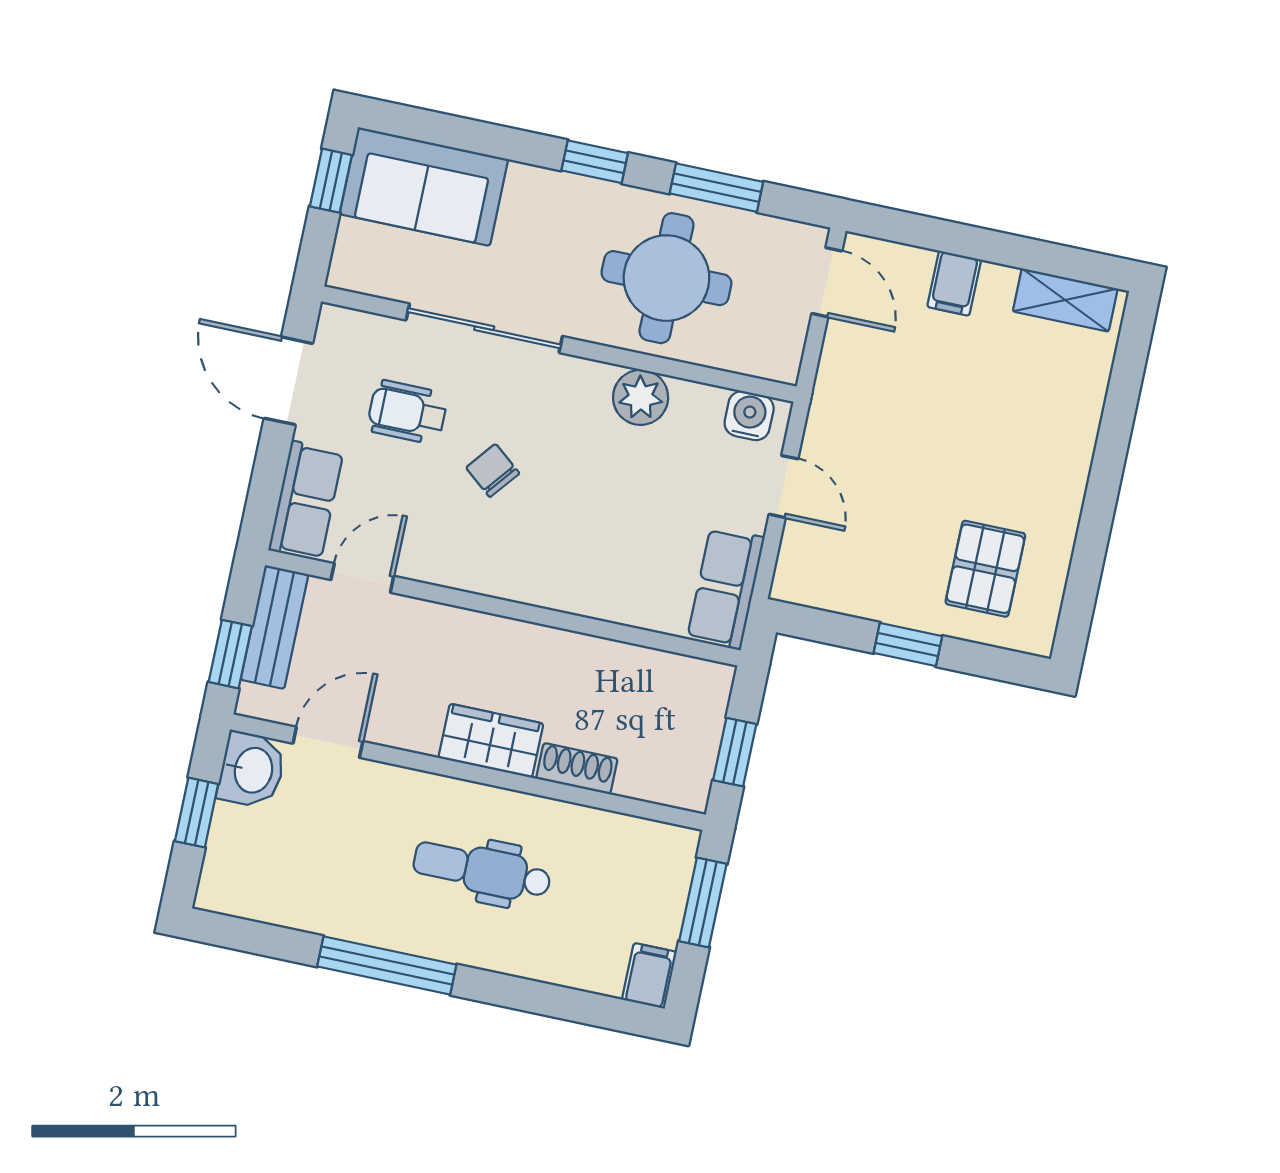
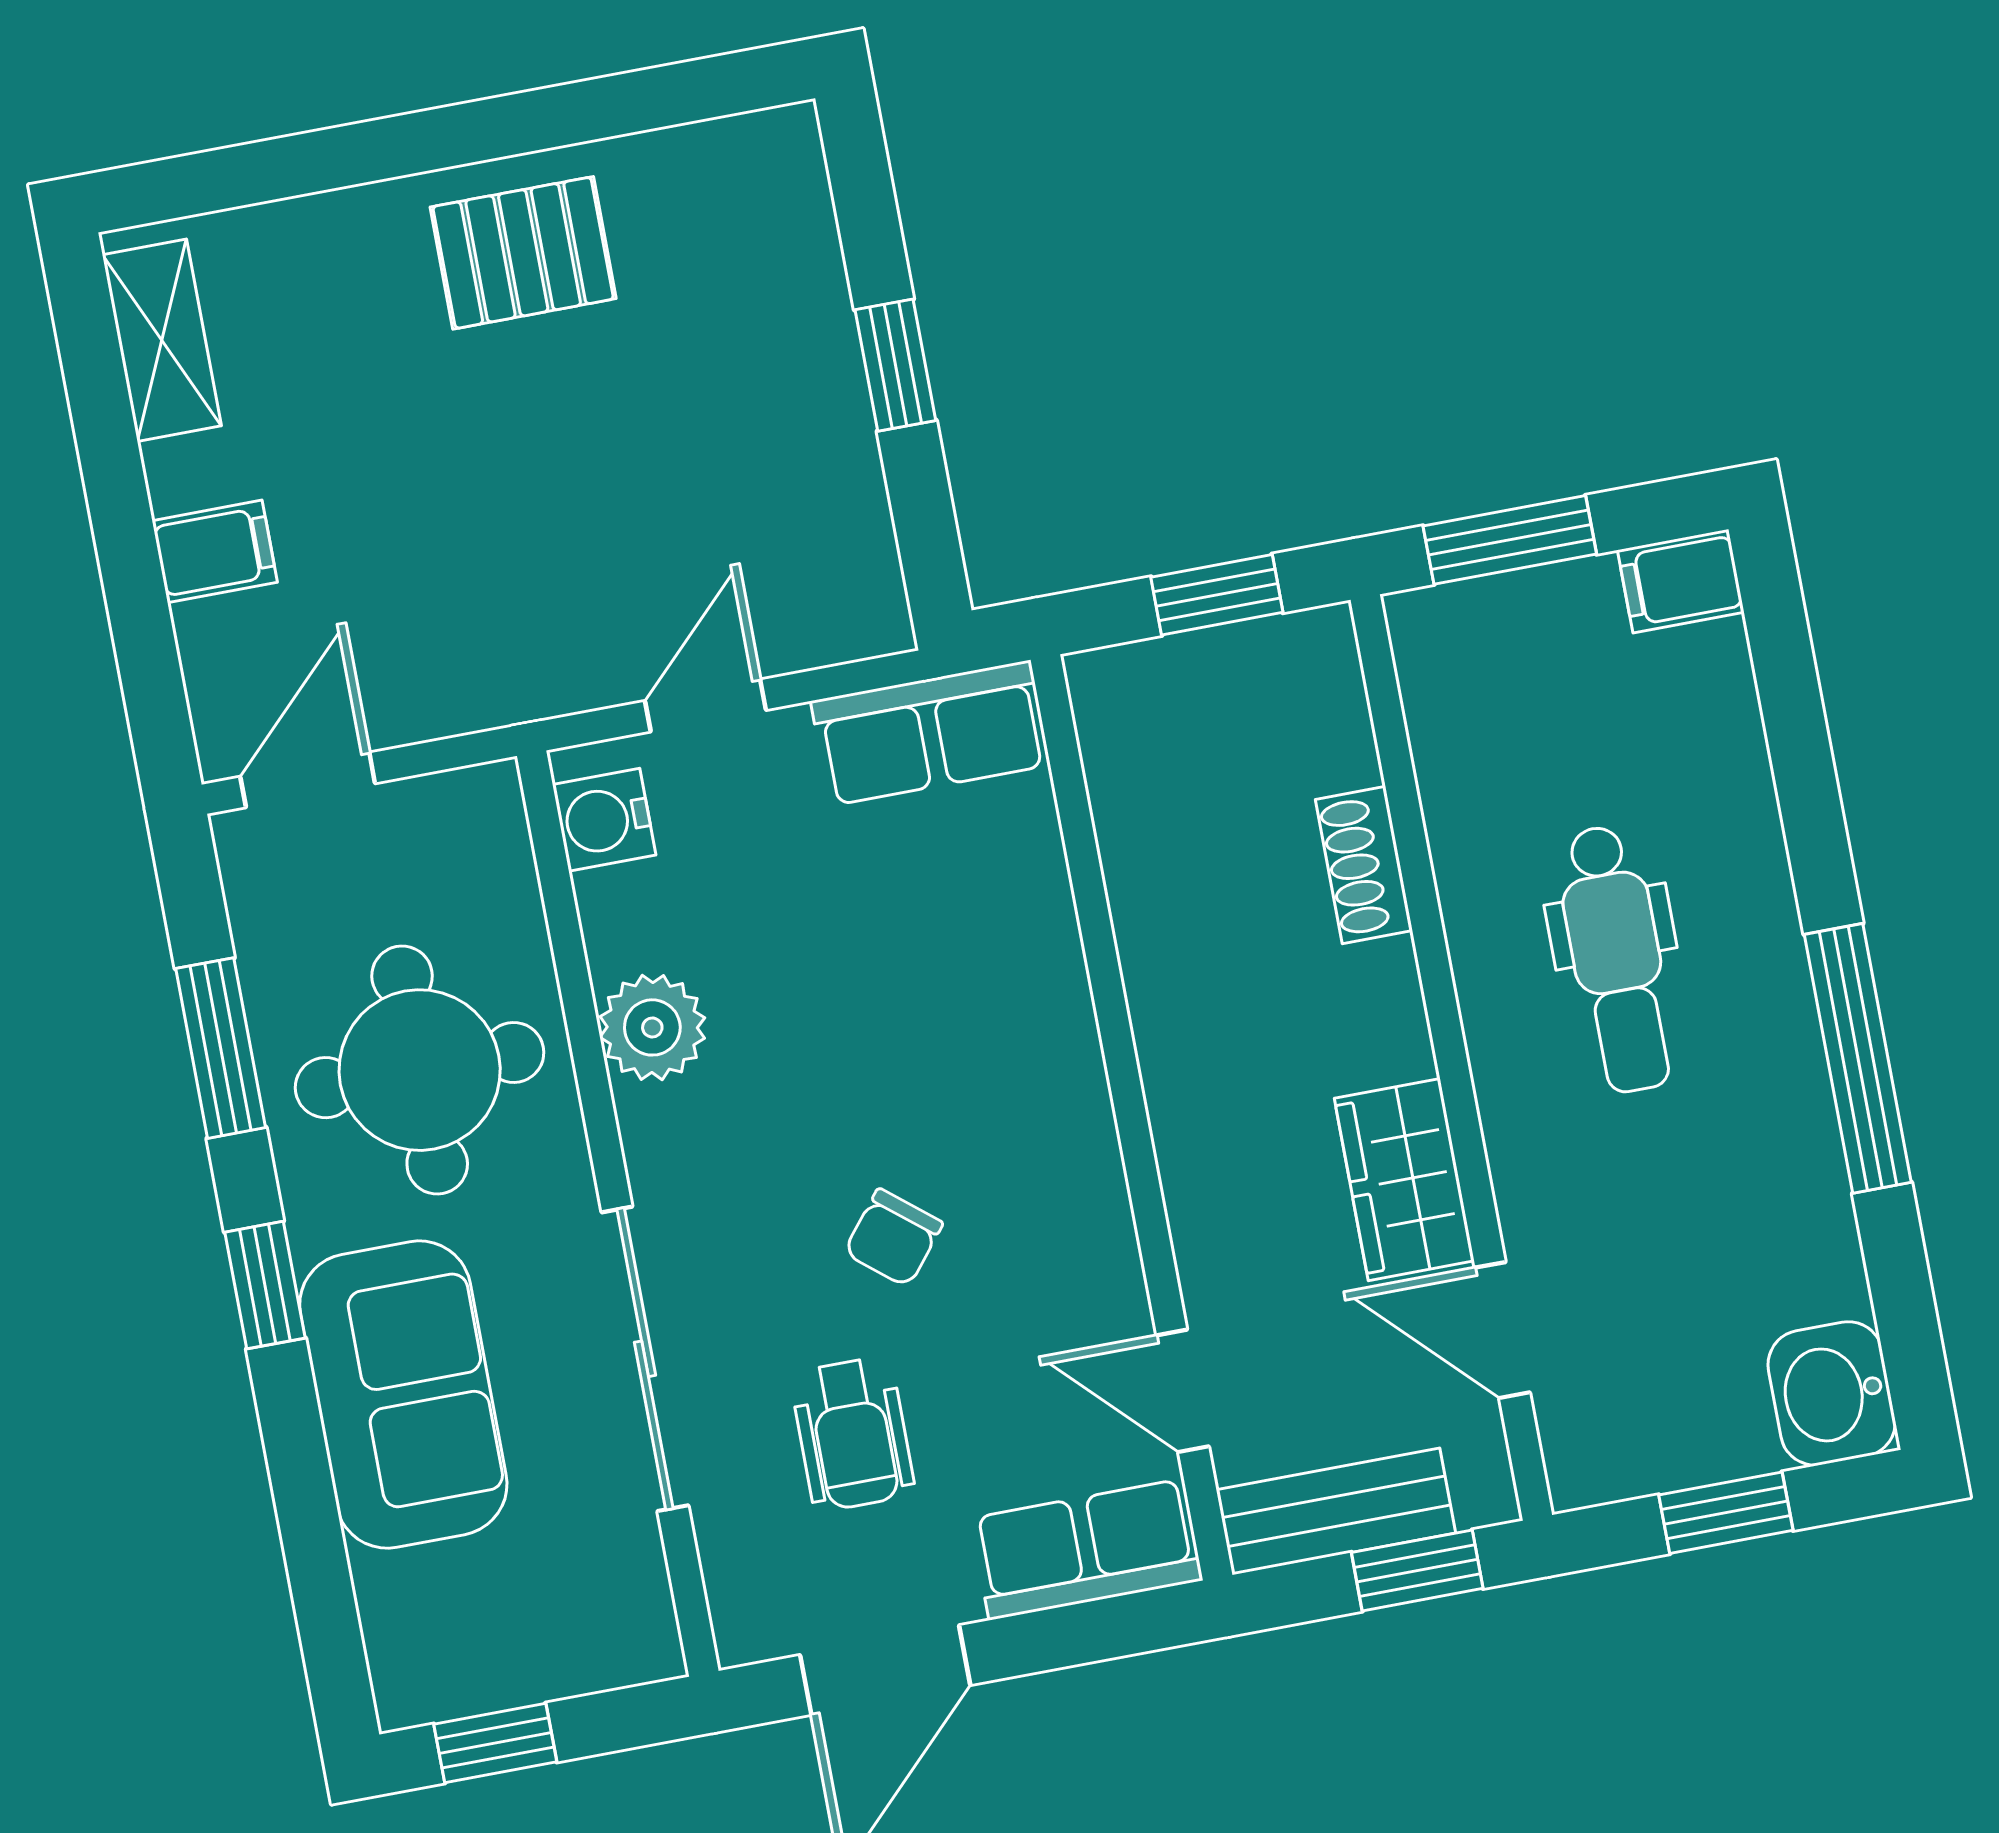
sofa: (424, 187) -> (403, 1395), moved
pallet: (985, 569) -> (523, 253), moved
wardrobe: (491, 741) -> (1404, 1180), moved
washbasin: (252, 770) -> (1832, 1393), moved, turned -90

